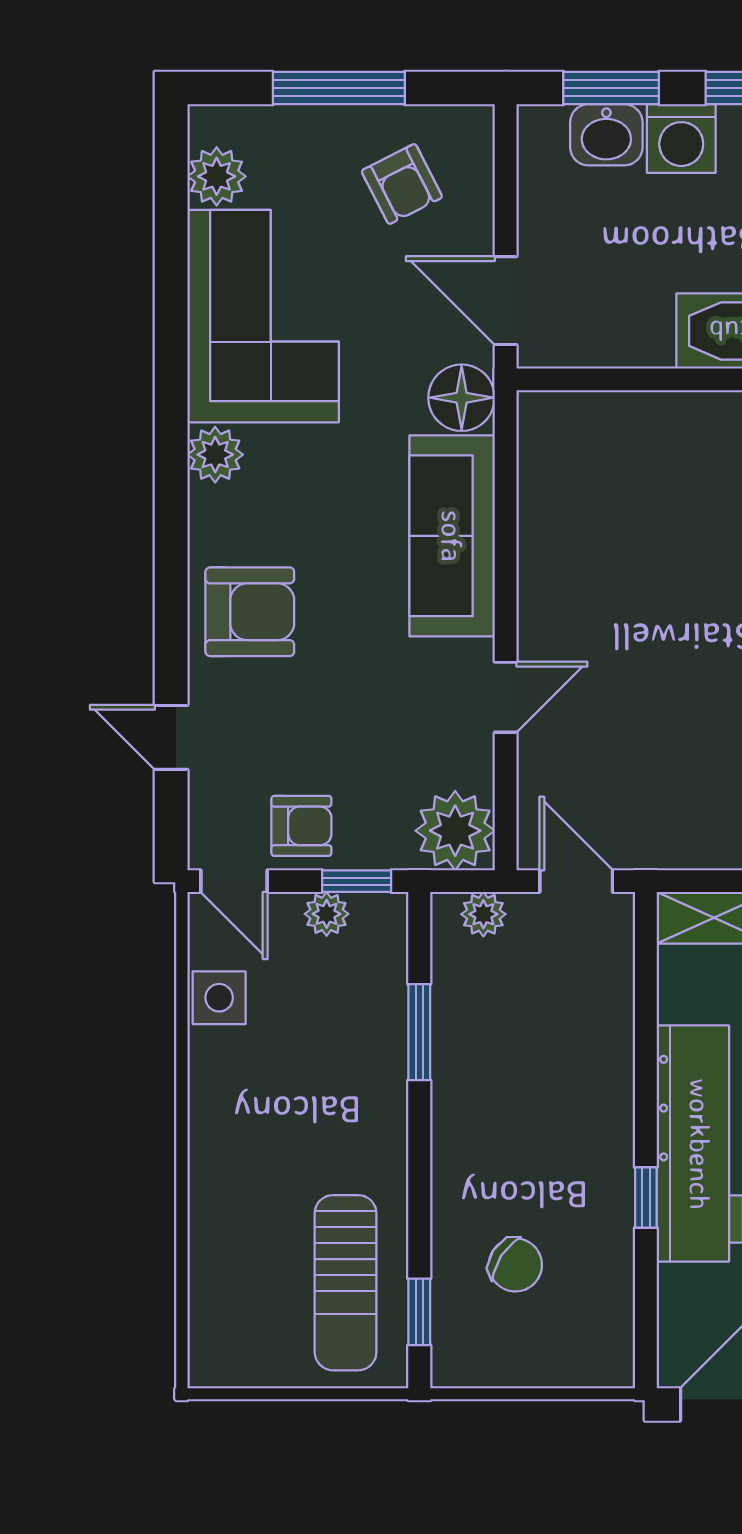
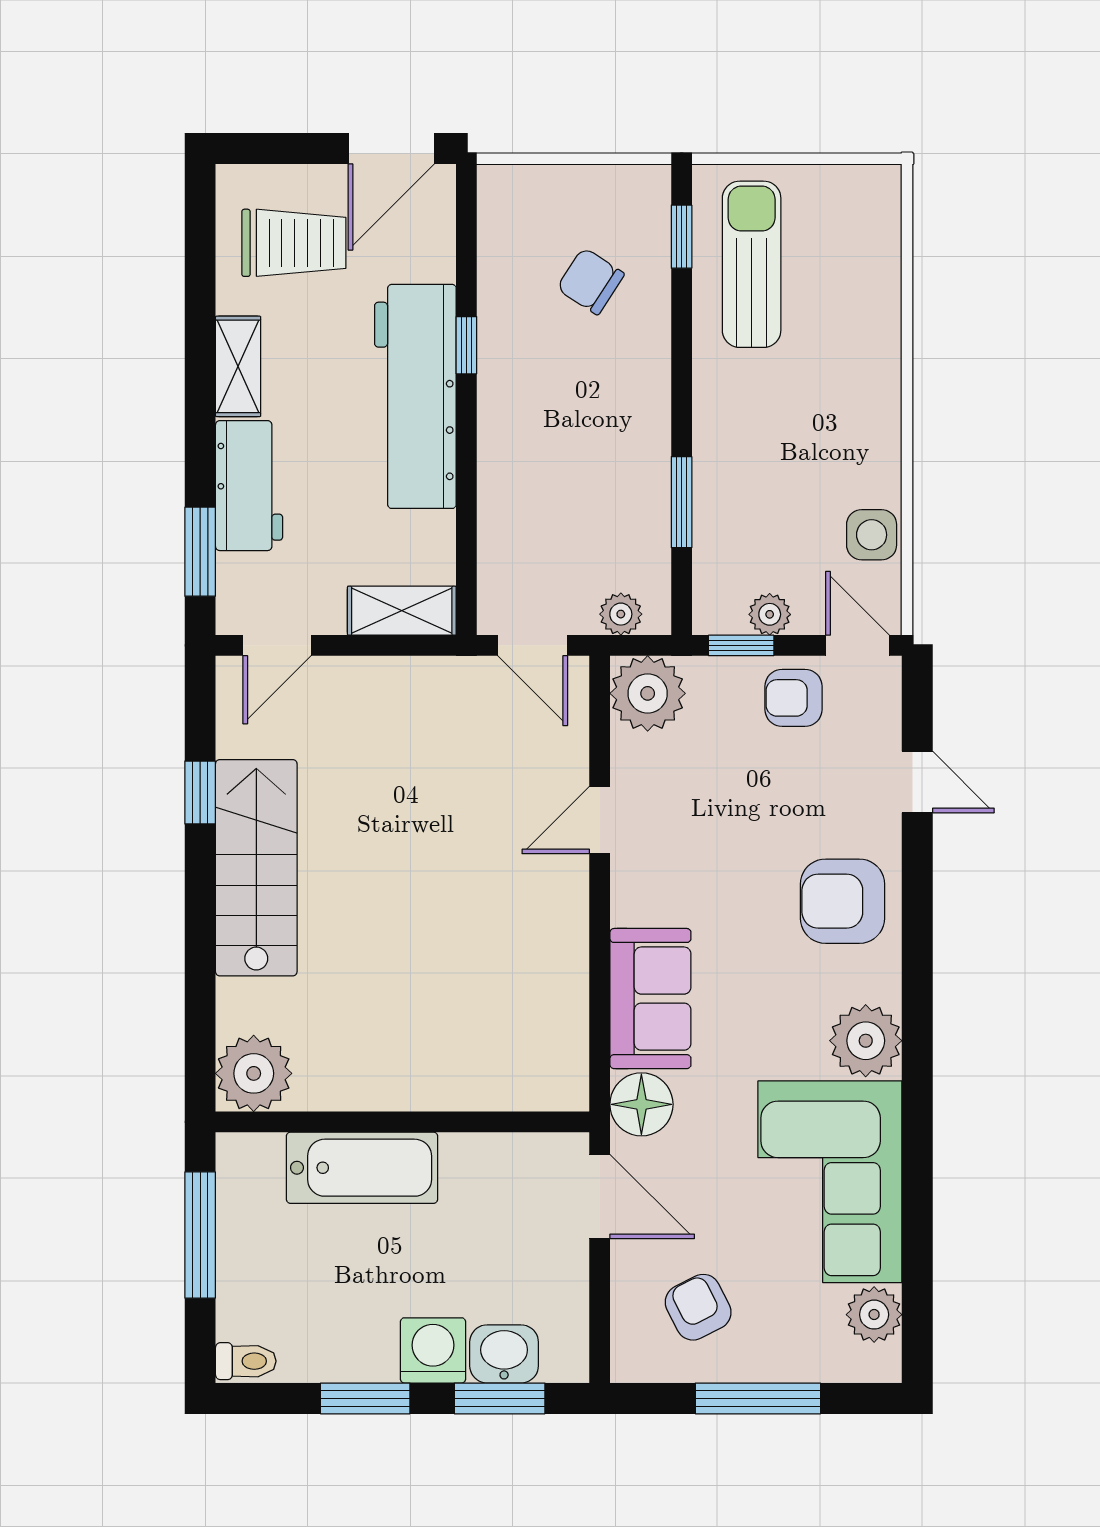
plant: (215, 455) -> (866, 1041), width x1.36, depth x1.36
sofa: (452, 536) -> (650, 999), width x0.73

